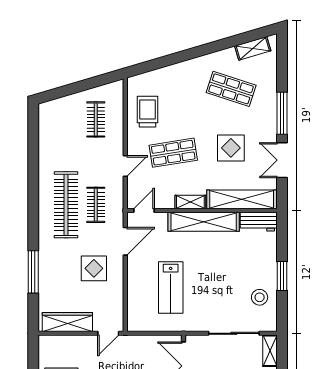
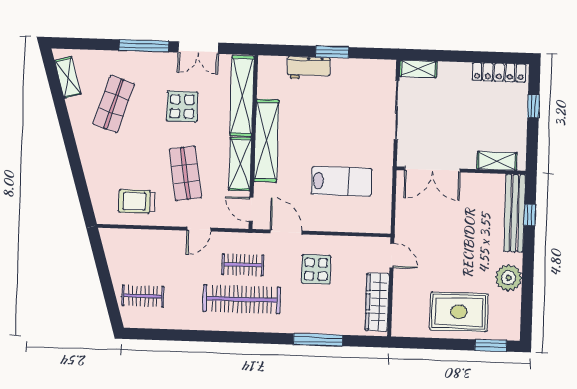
clothes rail: (96, 119) -> (143, 296), moved
door: (125, 166) -> (199, 229), swing flipped
shelving: (190, 202) -> (240, 164), width x1.50, depth x1.33
workbench: (259, 222) -> (309, 68), moved, turned 90
stool: (260, 297) -> (356, 79), removed

